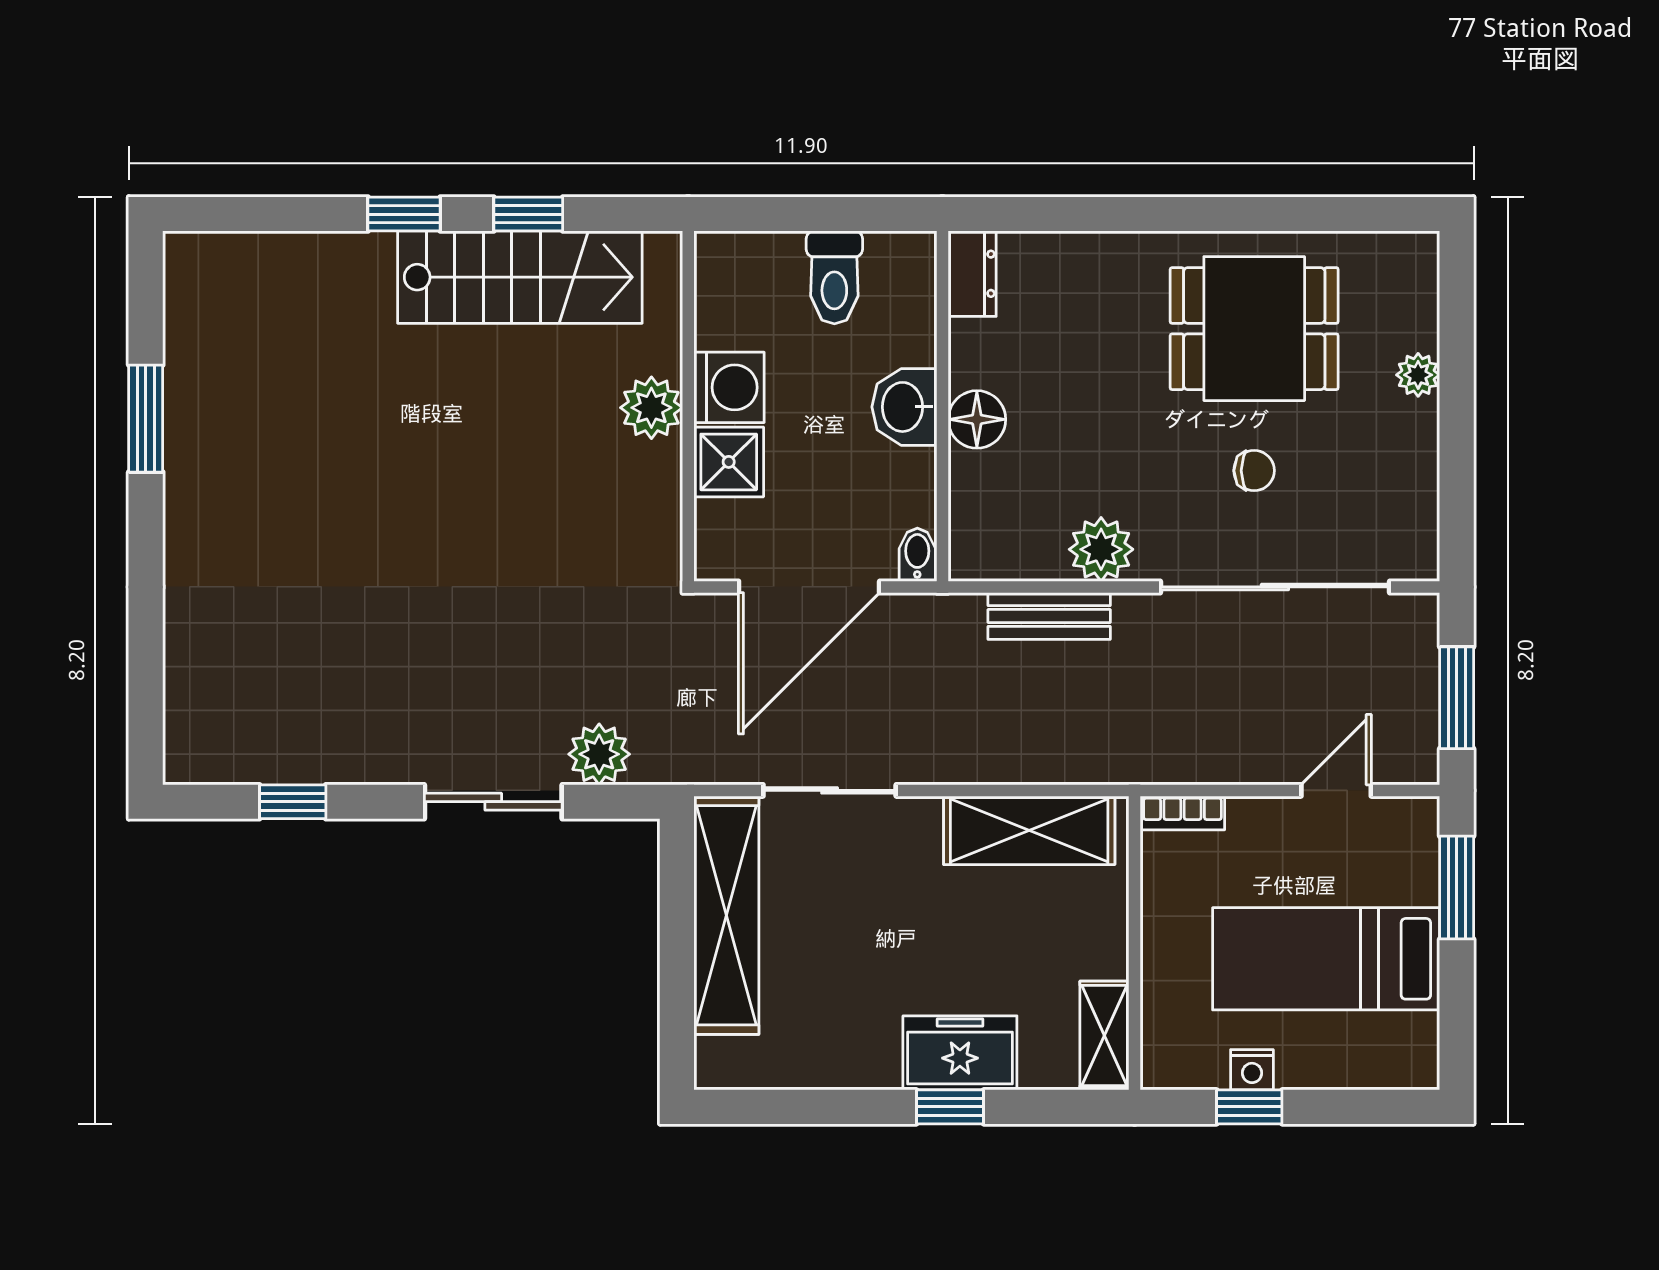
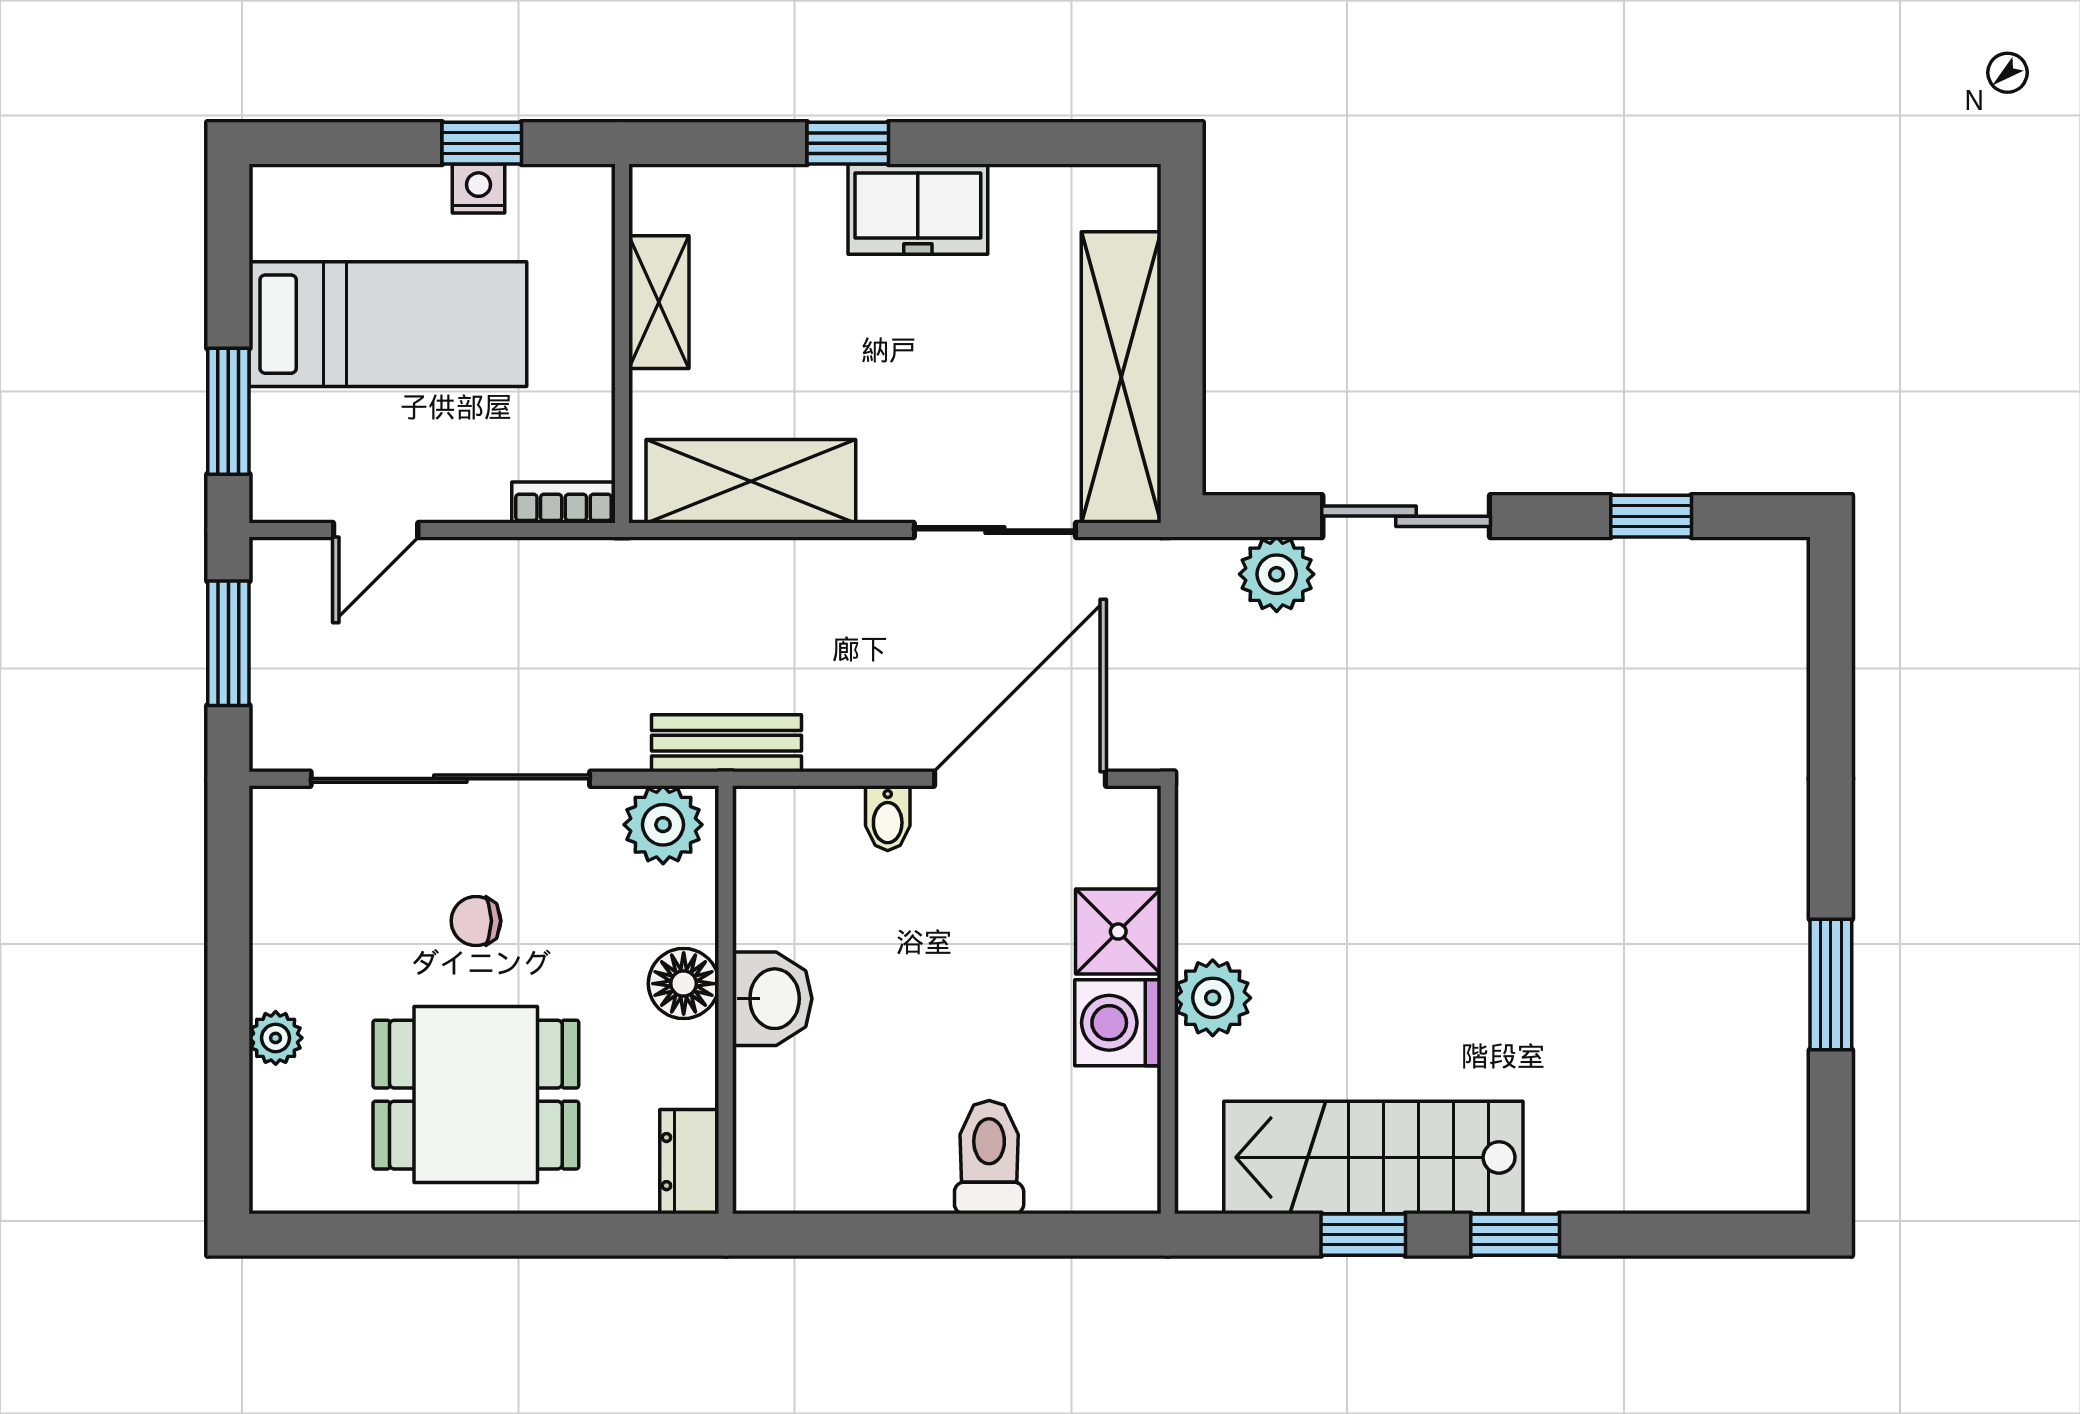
dresser: (972, 274) -> (689, 1162), moved
wall: (942, 406) -> (726, 1000), moved
washbasin: (904, 407) -> (772, 999), moved
floor lamp: (977, 419) -> (684, 984), moved
shelving: (1104, 1035) -> (659, 302), moved
freezer: (960, 1053) -> (918, 209), moved

